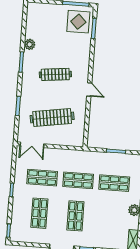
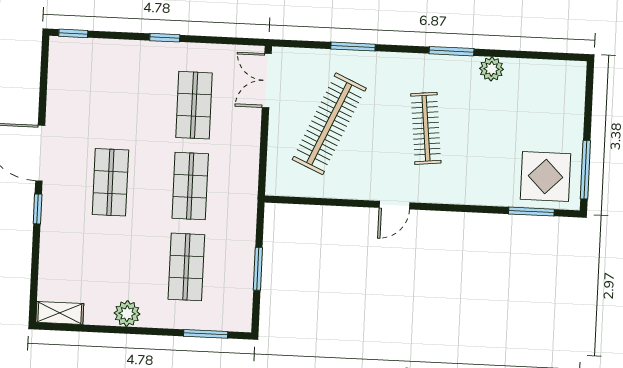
clothes rail: (52, 117) -> (329, 124), turned 33
shop shelf: (39, 213) -> (114, 101), removed
shop shelf: (75, 216) -> (110, 182), turned 90

